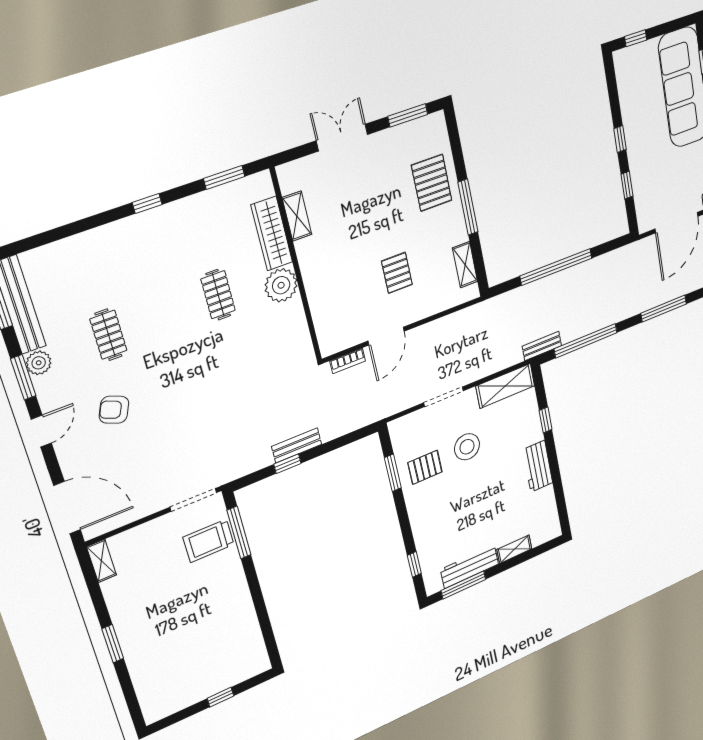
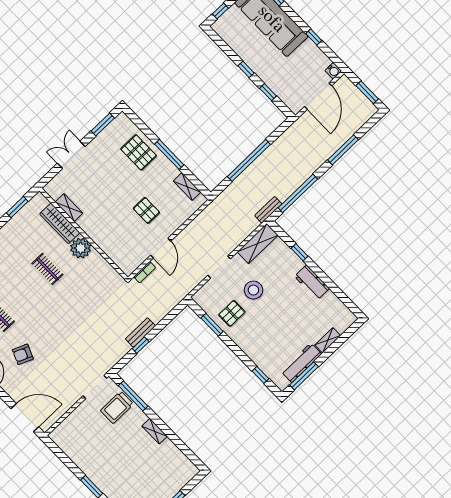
shelving: (101, 561) -> (155, 431), moved

